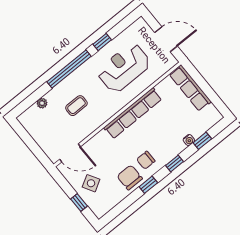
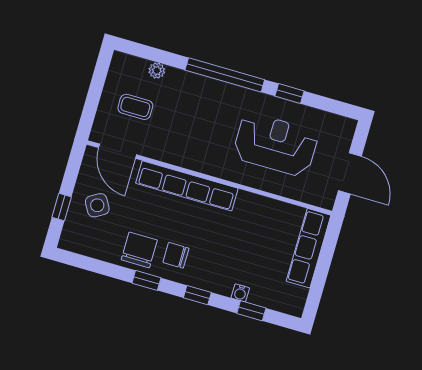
coffee table: (76, 106) -> (135, 107), moved
row of seats: (133, 113) -> (187, 186), moved

